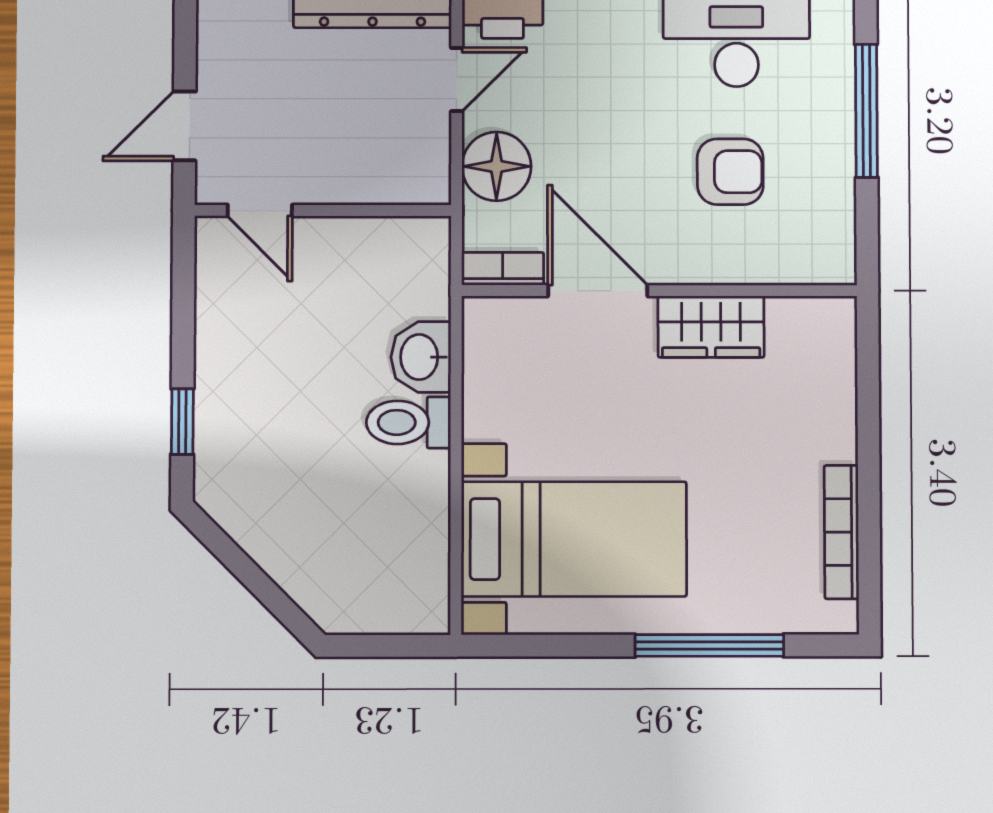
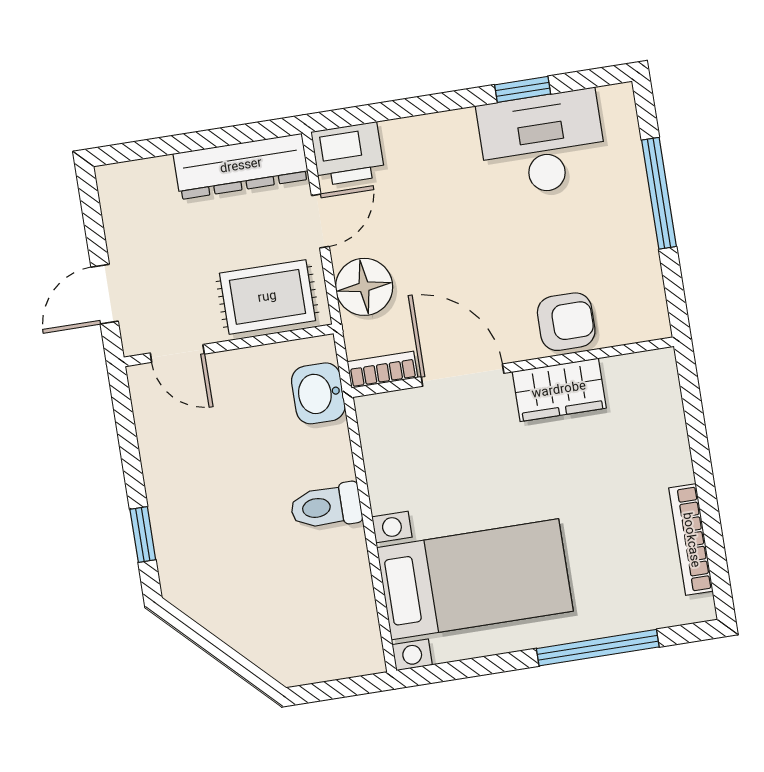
rug: (379, 160) -> (267, 297), added
armchair: (730, 172) -> (566, 322), moved
washbasin: (421, 357) -> (318, 393), moved

